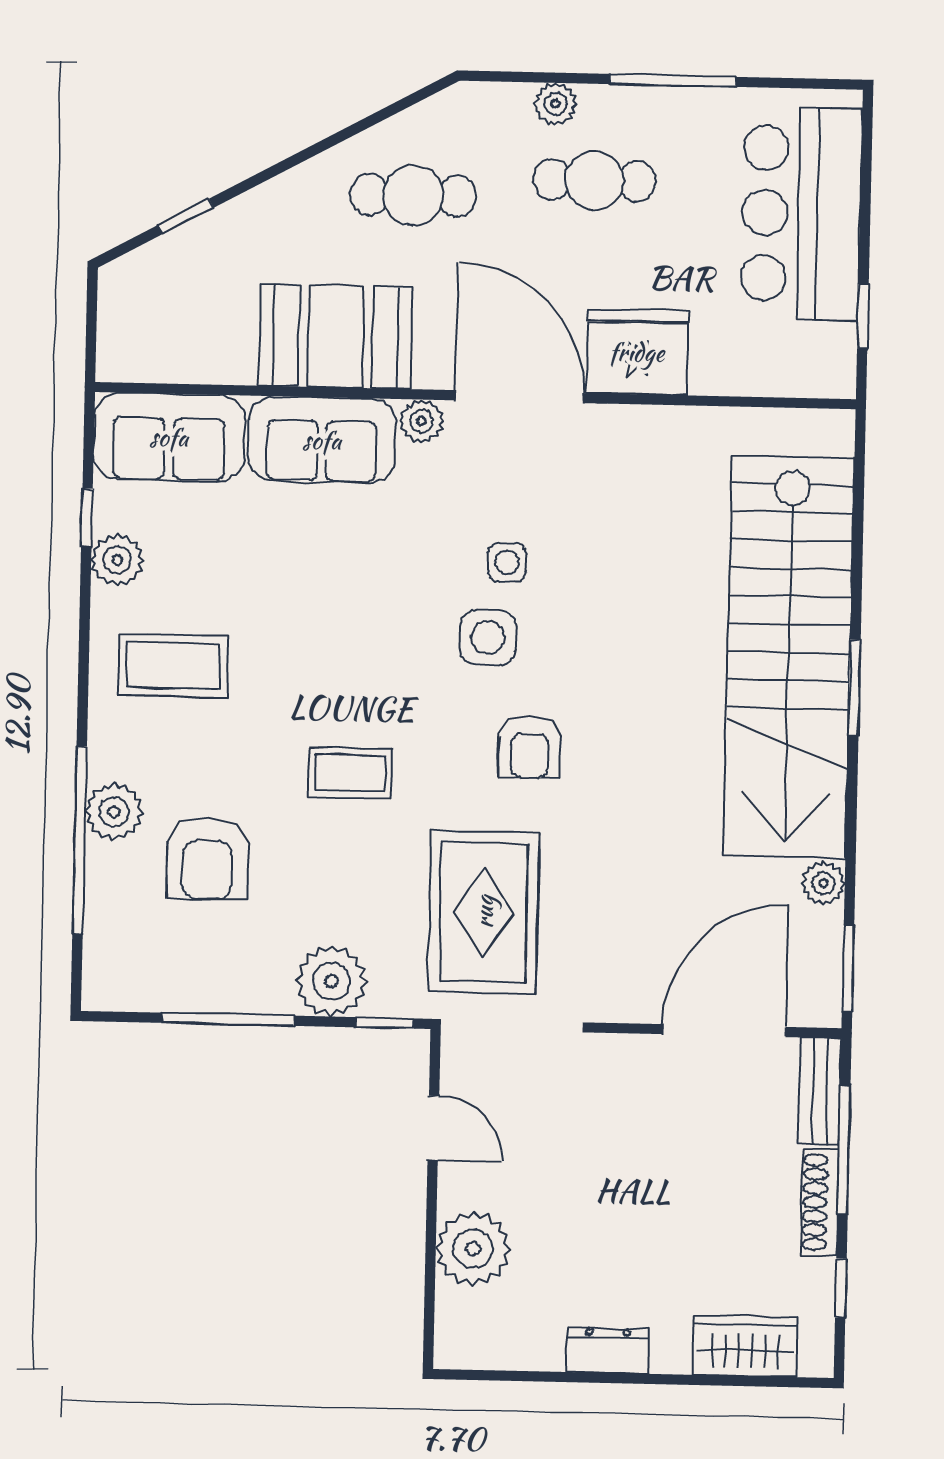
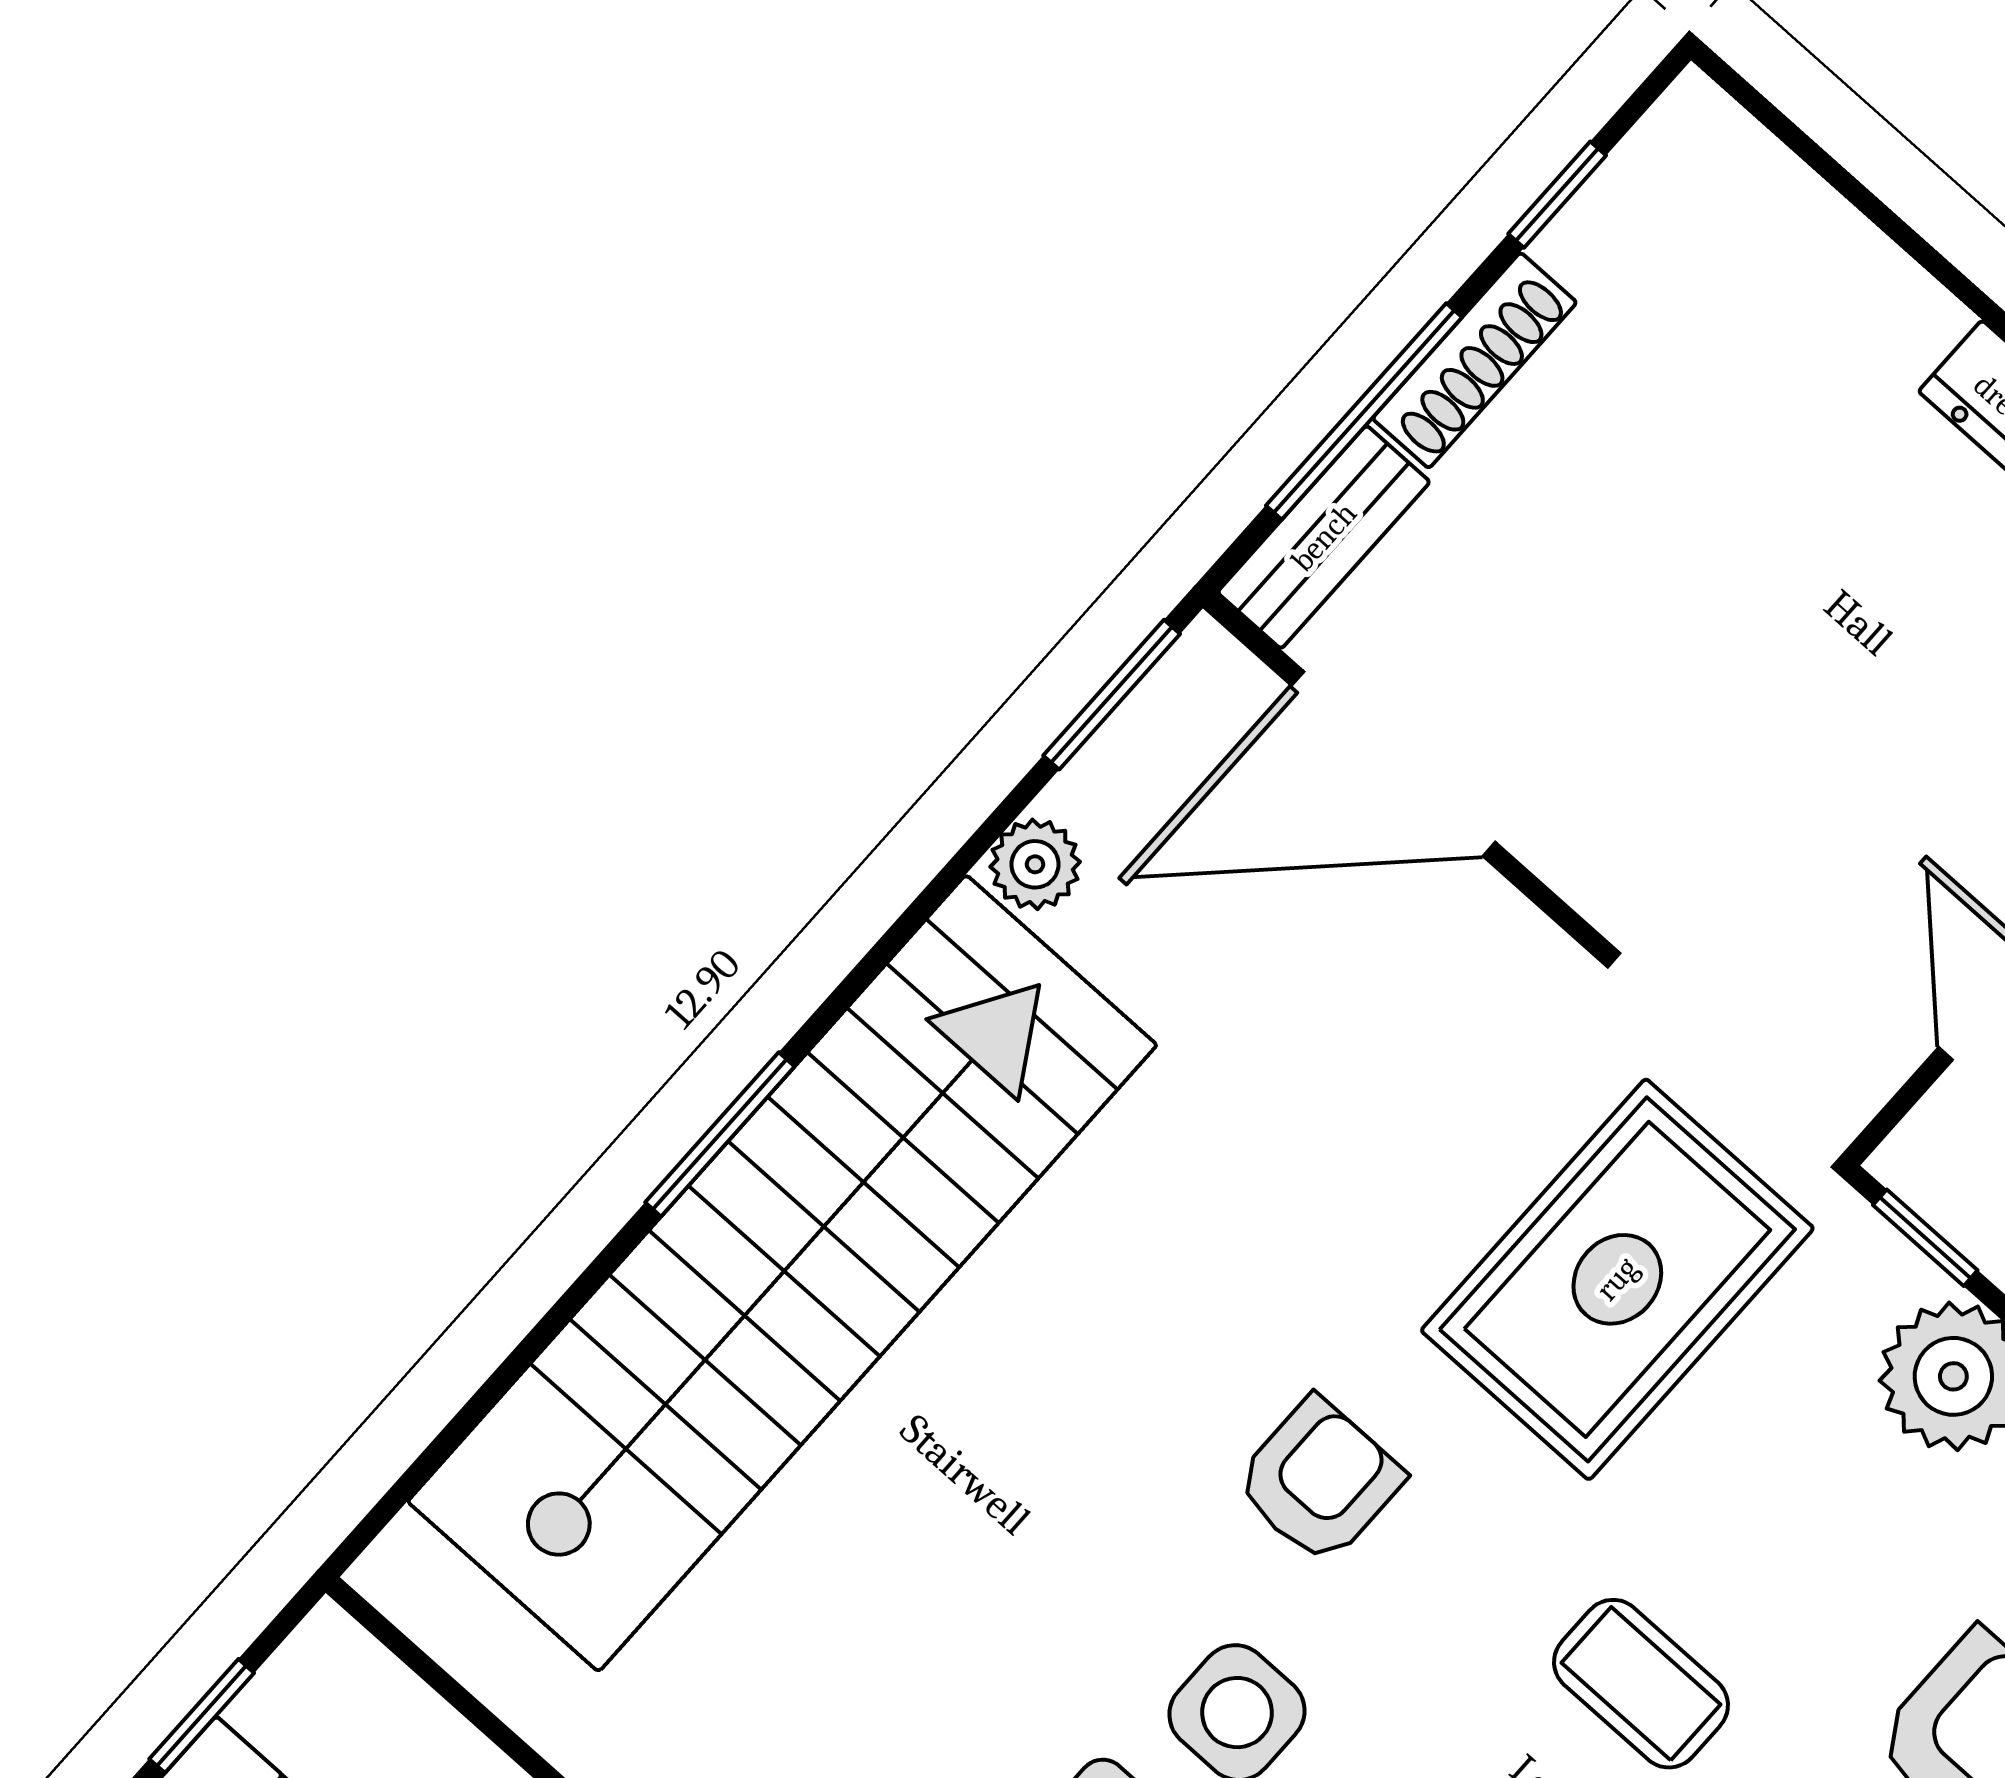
wardrobe: (745, 1346) -> (1788, 231), removed

